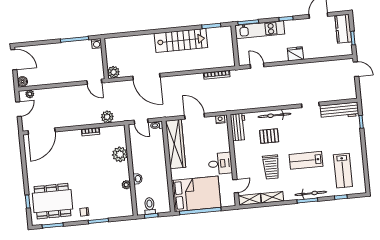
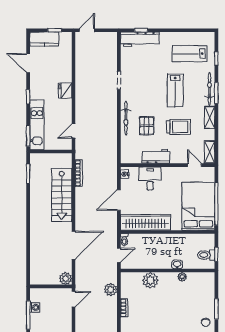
stairs: (181, 40) -> (62, 195), moved, turned 180
washing machine: (97, 44) -> (35, 307), moved
workbench: (340, 111) -> (140, 39), moved, turned 90
workbench: (238, 127) -> (156, 156), moved
desk: (220, 164) -> (150, 179), moved
lab bench: (343, 171) -> (189, 54), turned 180
shelving: (272, 197) -> (210, 117), moved

